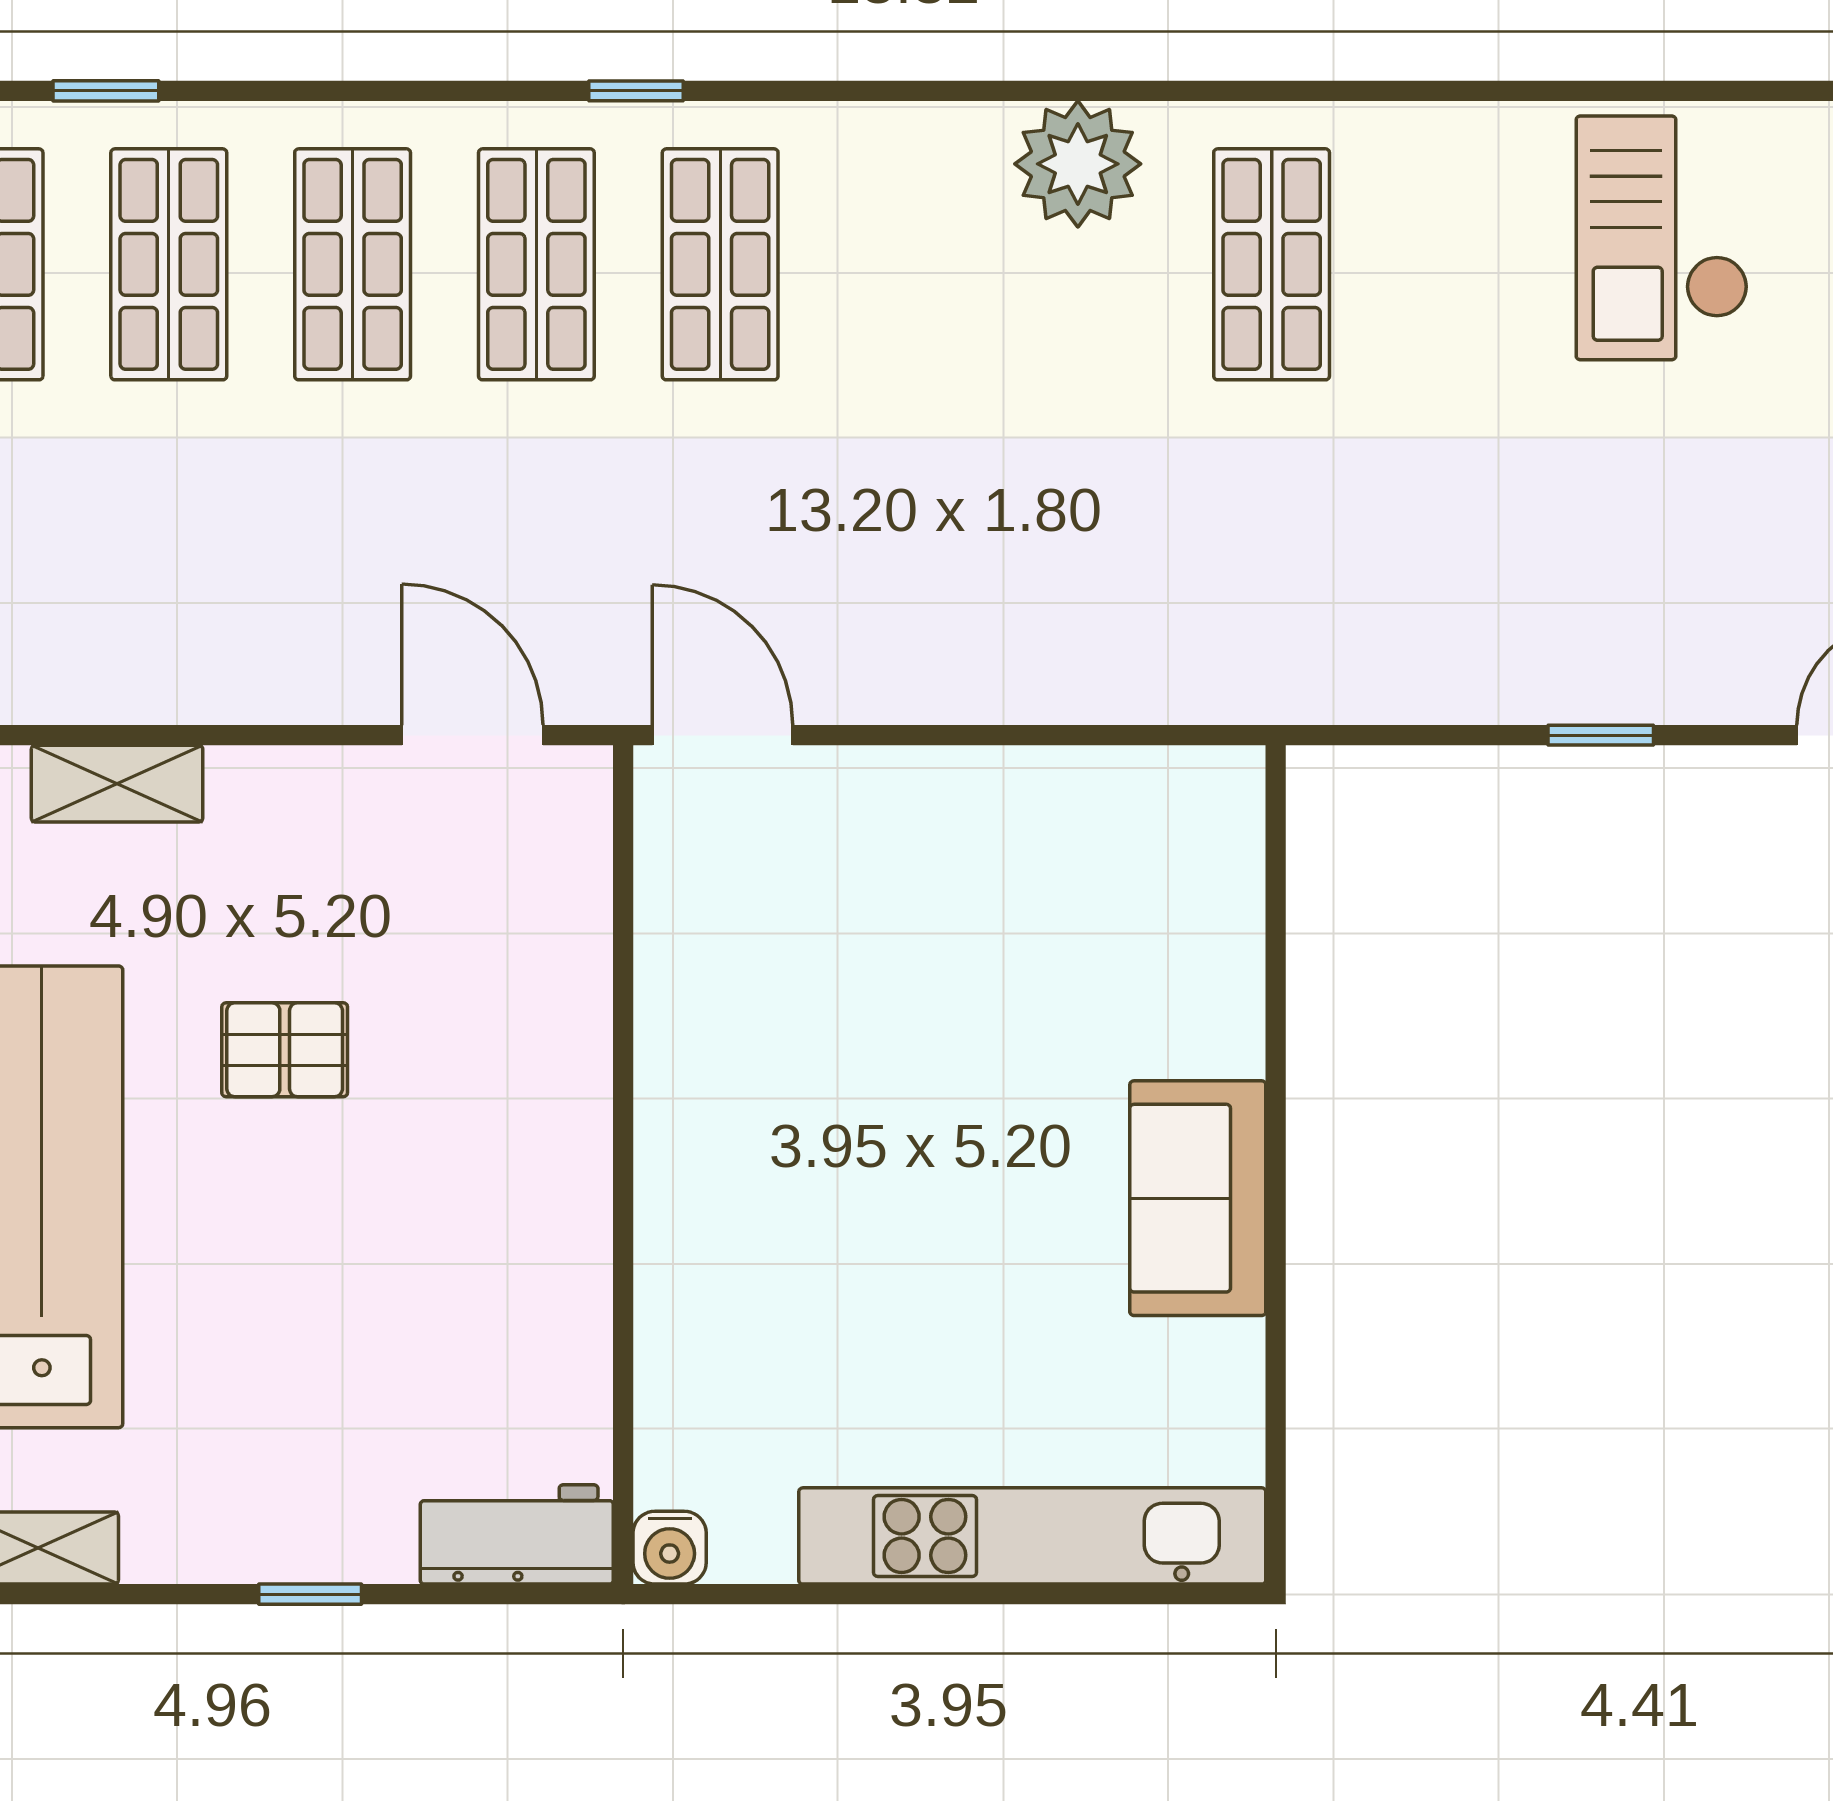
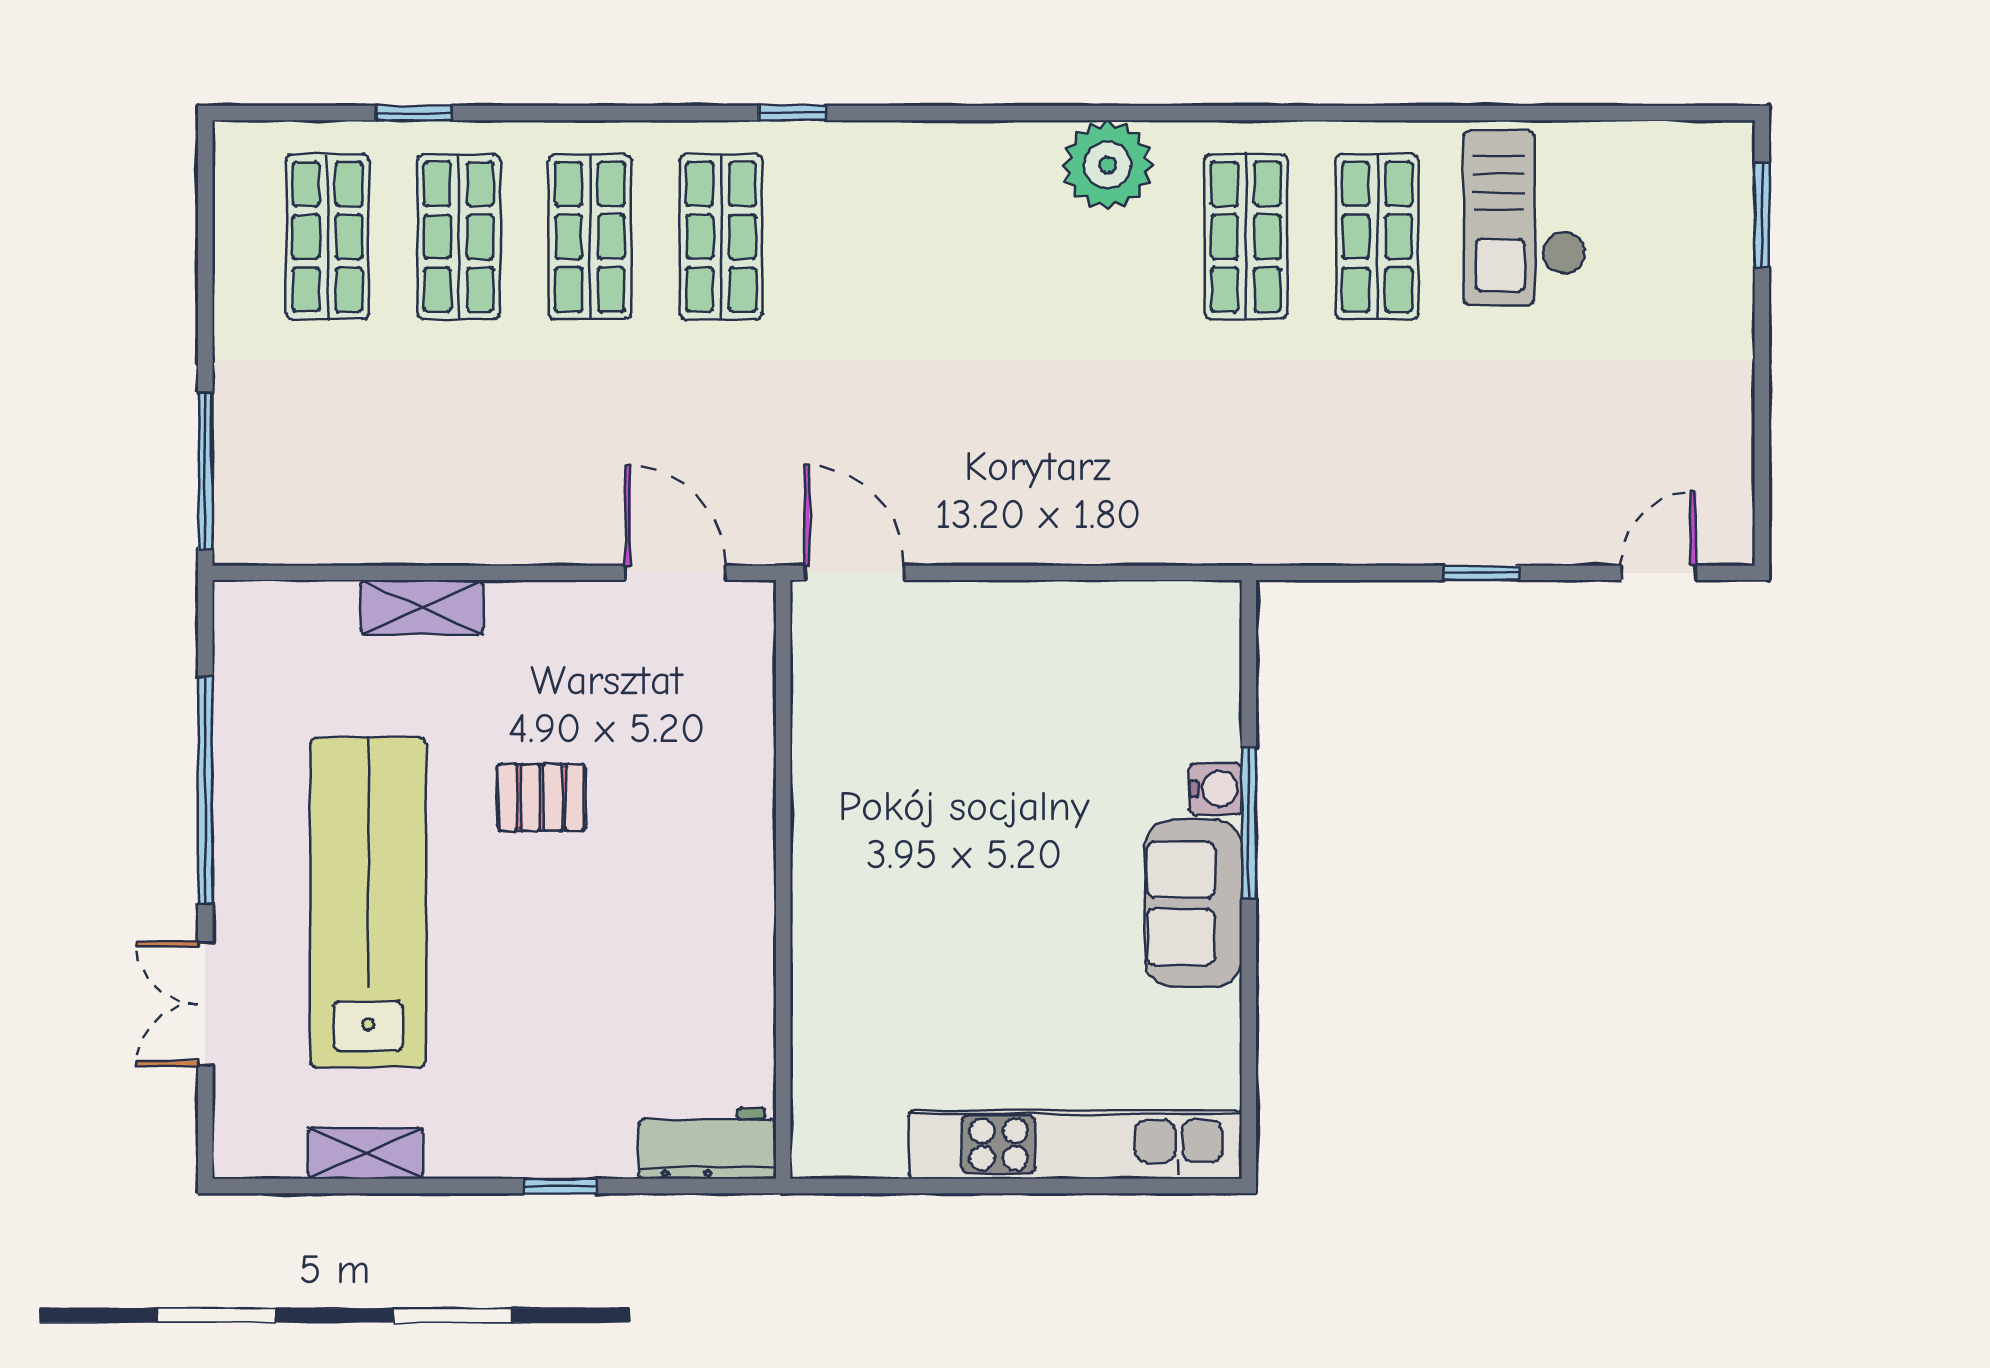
shop shelf: (720, 264) -> (1377, 237), moved
window: (1276, 1086) -> (1249, 823), added
water cooler: (670, 1548) -> (1216, 789), moved, turned -90

